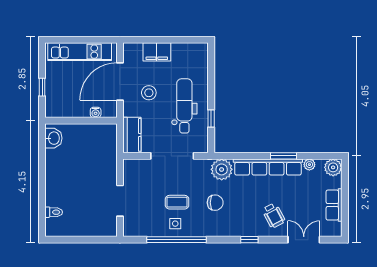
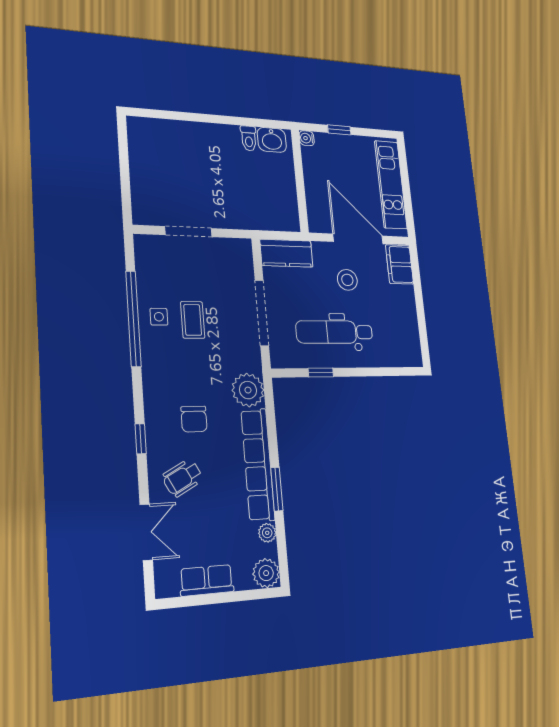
filing cabinet: (157, 52) -> (400, 264), moved
dental chair: (184, 106) -> (335, 332), turned 180
water cooler: (96, 112) -> (307, 138), moved
chair: (215, 203) -> (194, 419), moved
toilet: (54, 212) -> (249, 138), moved

